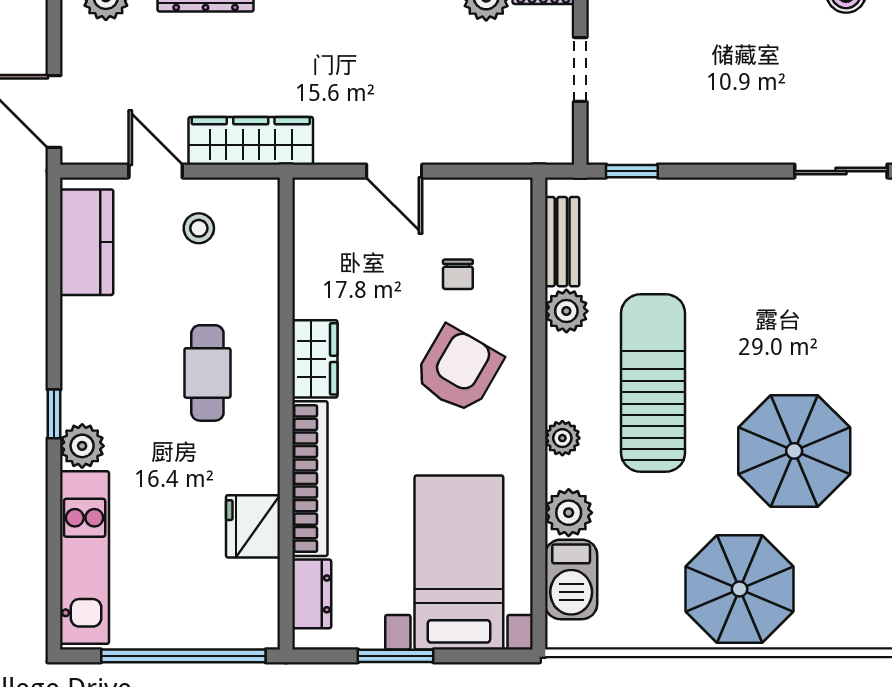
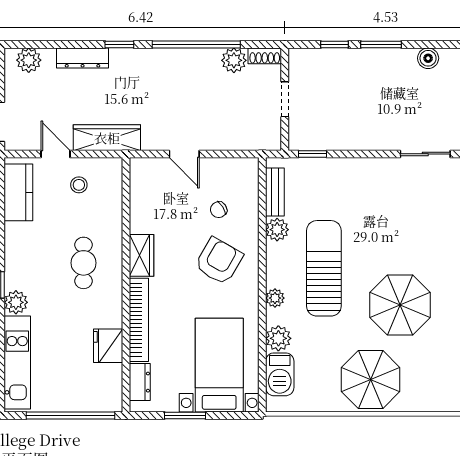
chair: (458, 274) -> (219, 210), turned 58

